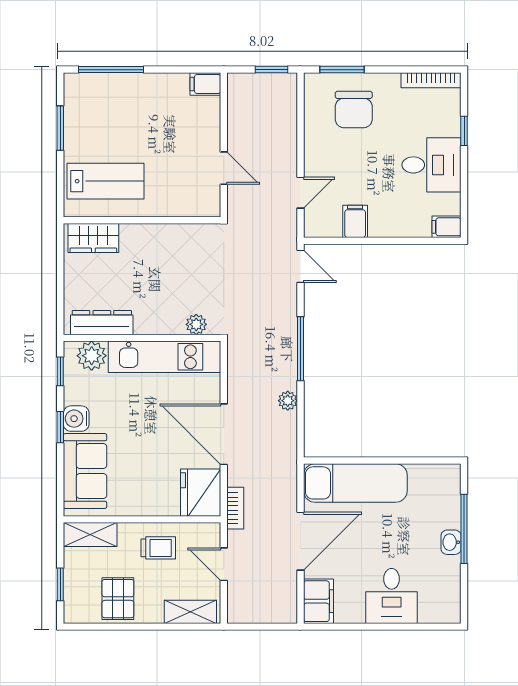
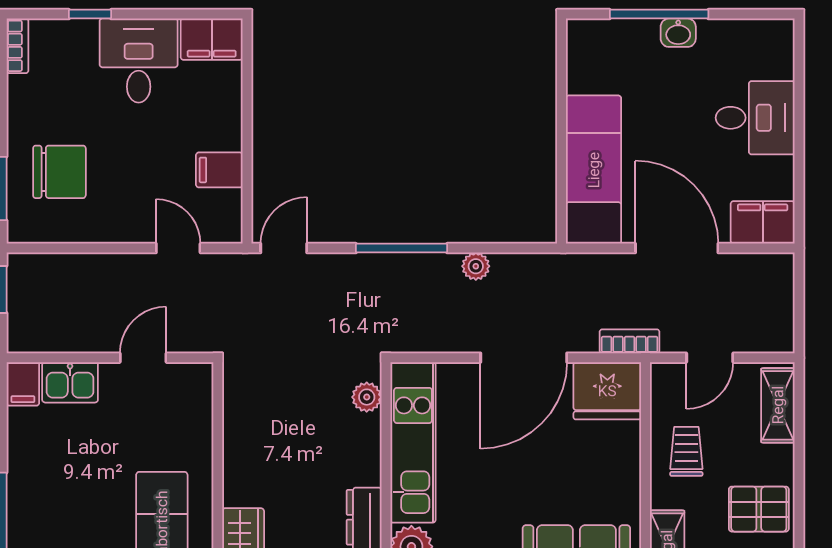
bookcase: (431, 80) -> (17, 46), width x0.64
kitchen sink: (207, 117) -> (70, 382), added
filing cabinet: (446, 227) -> (212, 39), width x2.00

